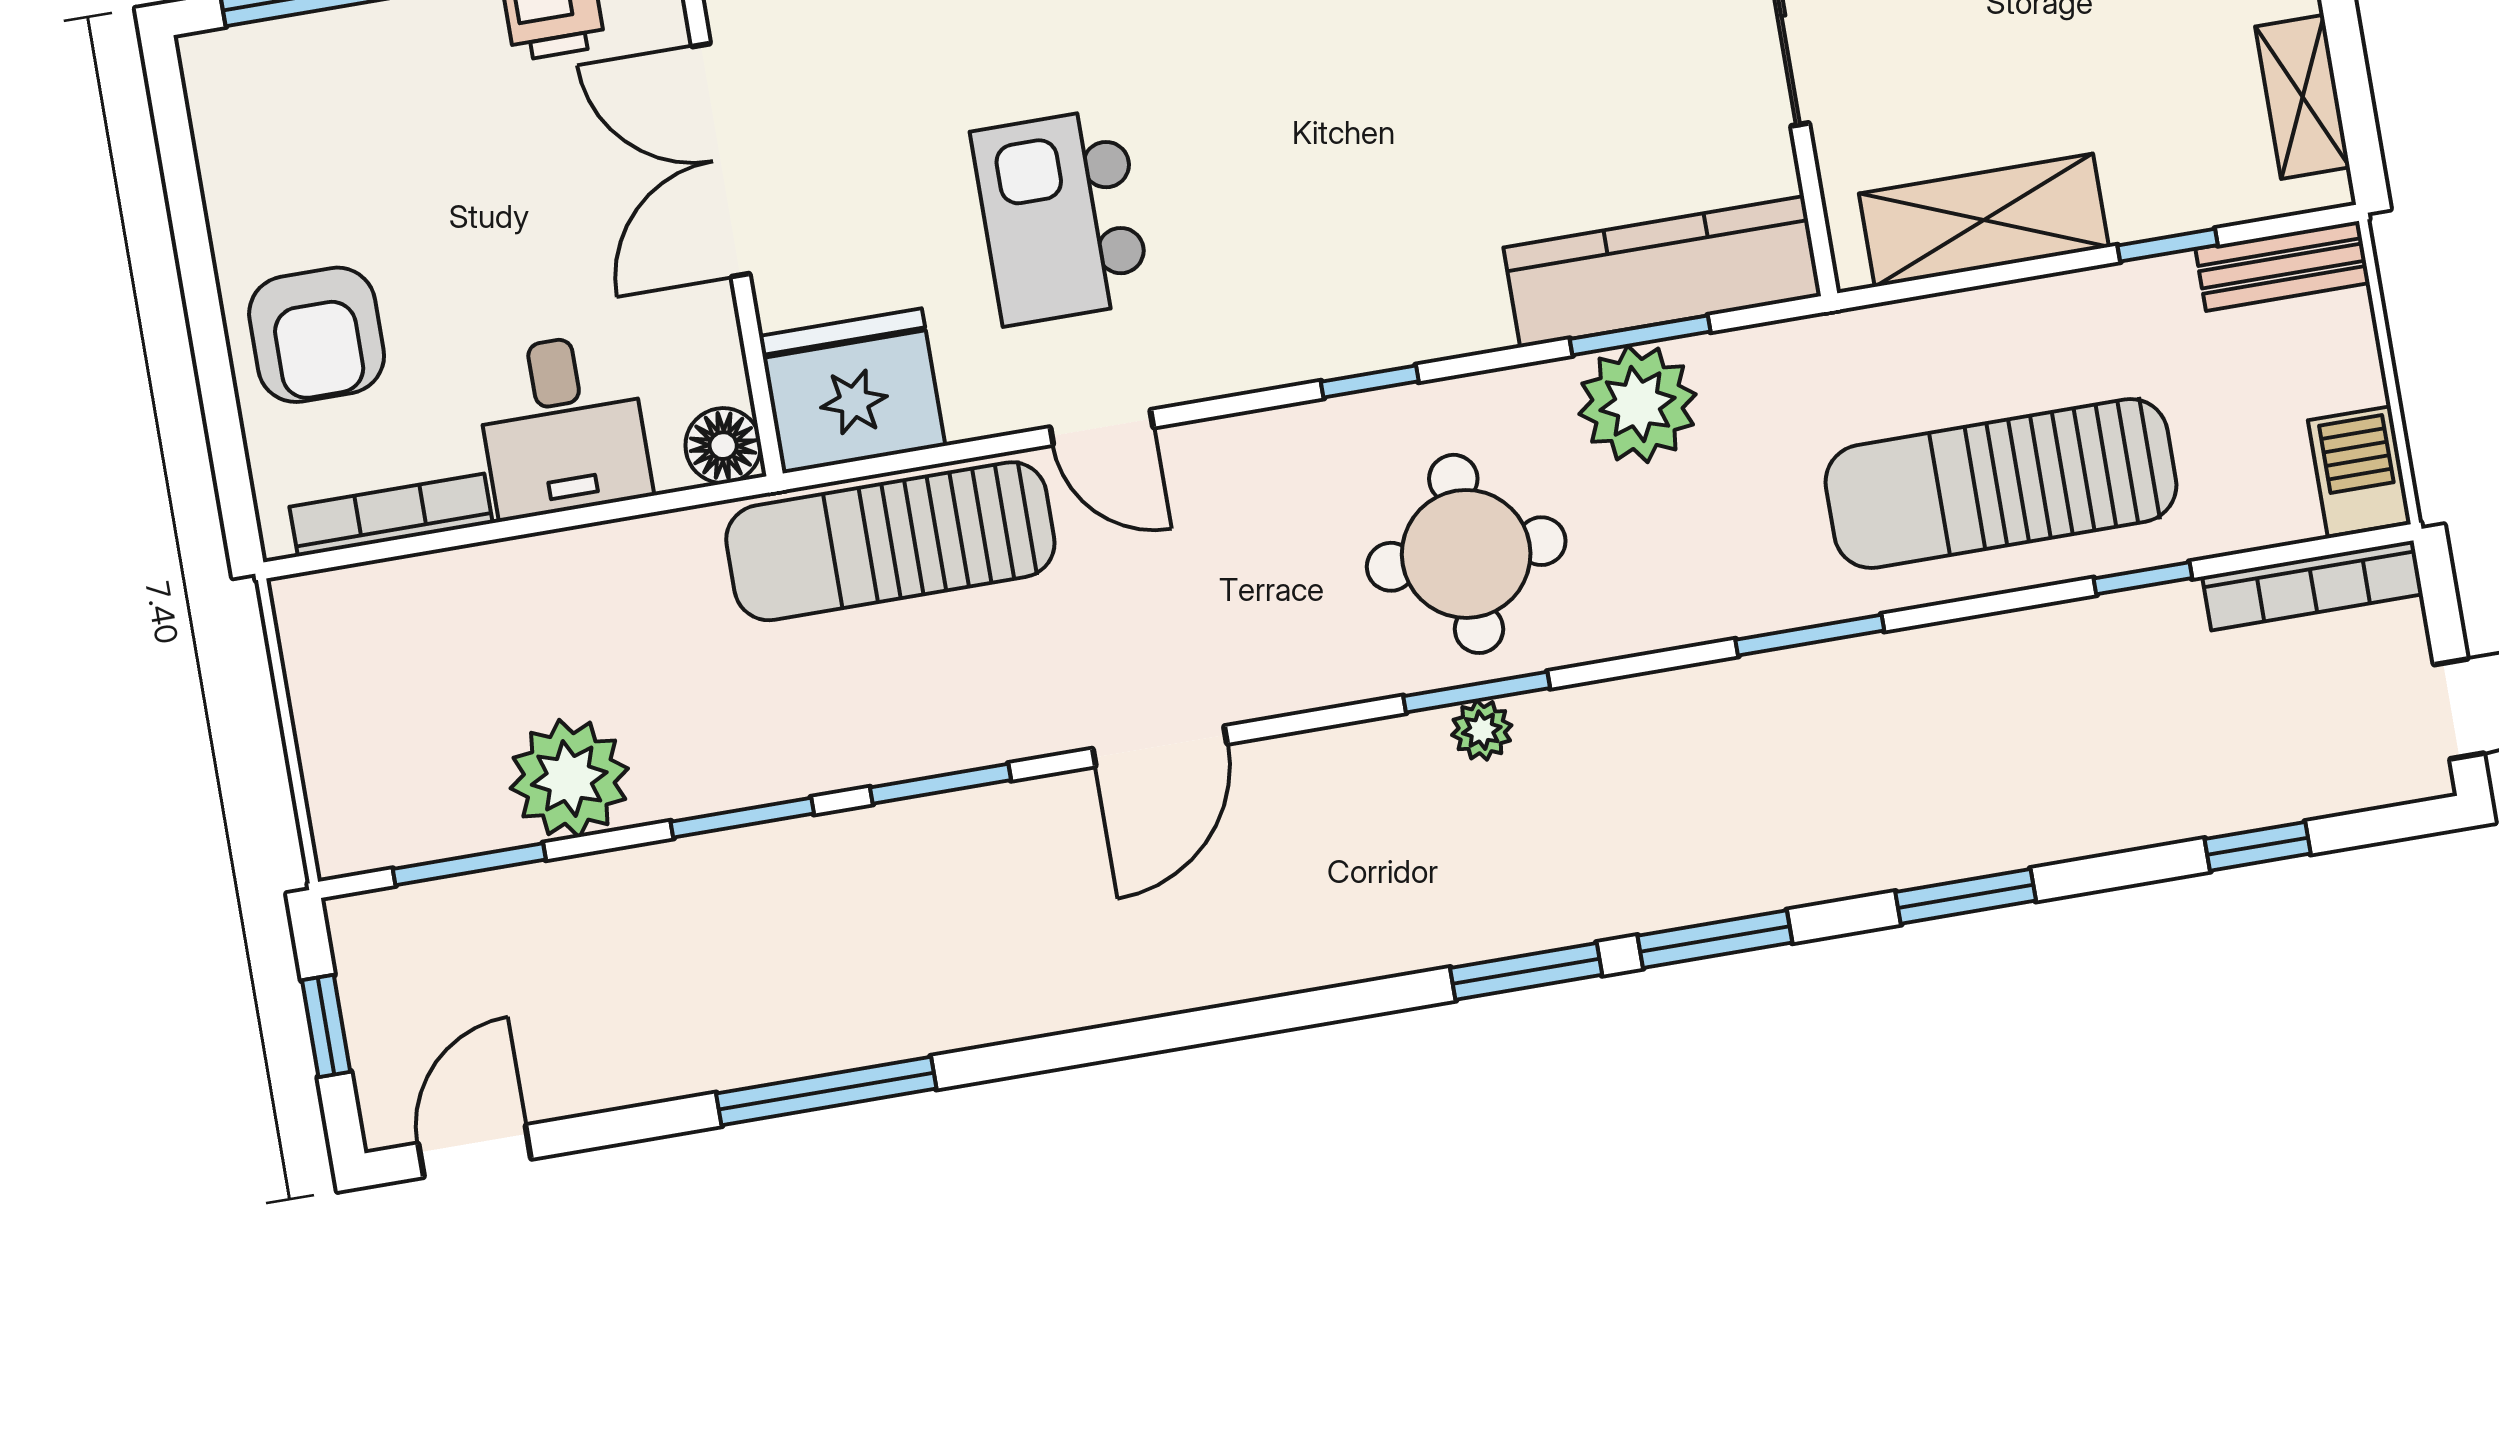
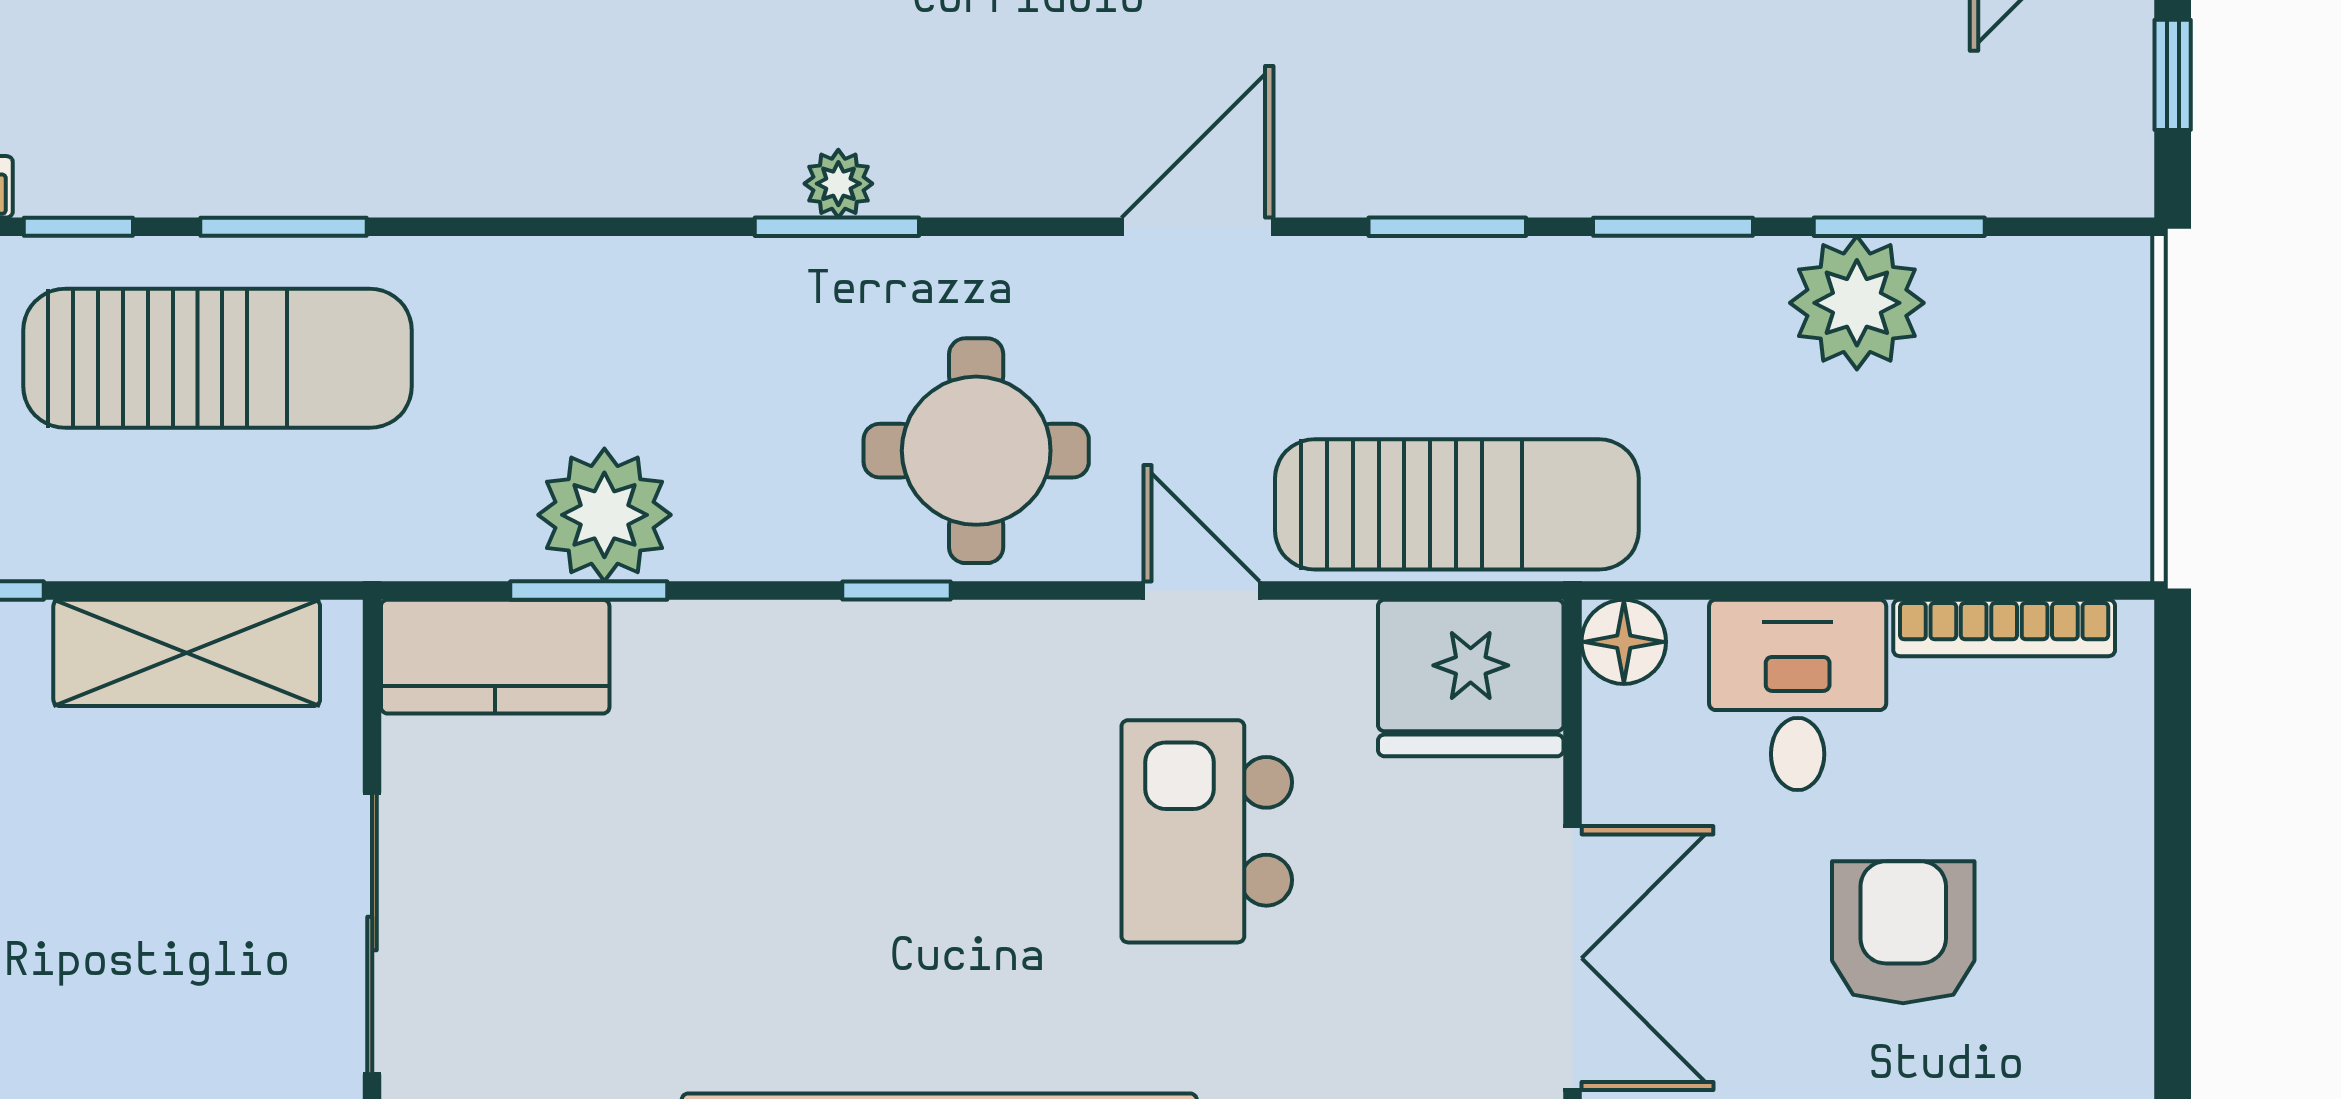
kitchen island: (1061, 217) -> (1207, 831), turned 180
kitchen counter: (1662, 272) -> (495, 657), width x0.67
armchair: (317, 335) -> (1903, 932), moved
round table: (1466, 554) -> (976, 451), moved
window: (1810, 635) -> (283, 227), moved
window: (469, 864) -> (1899, 227), moved

